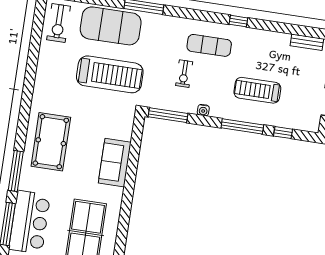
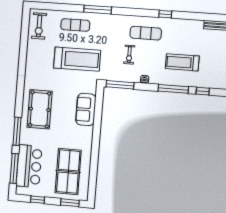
exercise mat: (111, 26) -> (75, 25), width x0.50, depth x0.69
sofa: (115, 163) -> (86, 109), moved

